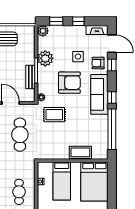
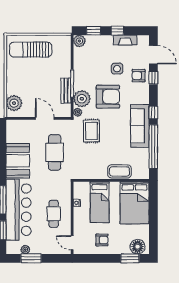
fireplace: (97, 30) -> (125, 40), moved
plant: (45, 58) -> (82, 99), moved
sofa: (99, 94) -> (140, 126), moved
rug: (54, 115) -> (91, 131), turned 90

